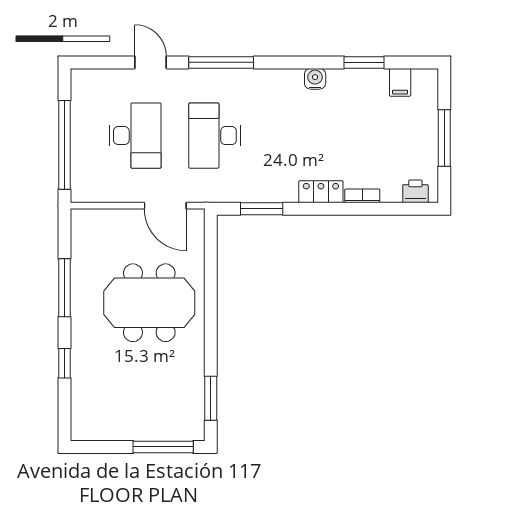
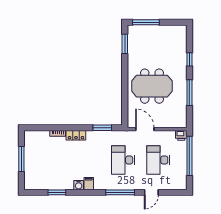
door: (151, 62) -> (151, 192), hinge flipped
filing cabinet: (400, 82) -> (89, 184), moved
desk: (215, 136) -> (123, 160), turned 180
printer: (415, 191) -> (181, 135), moved

